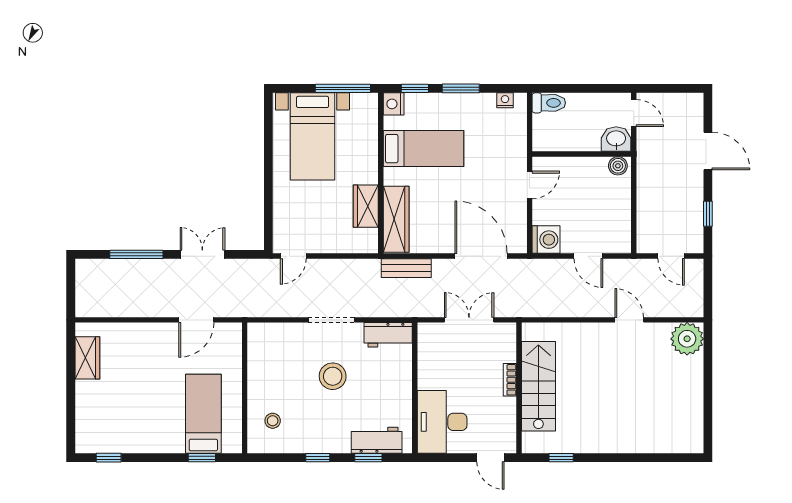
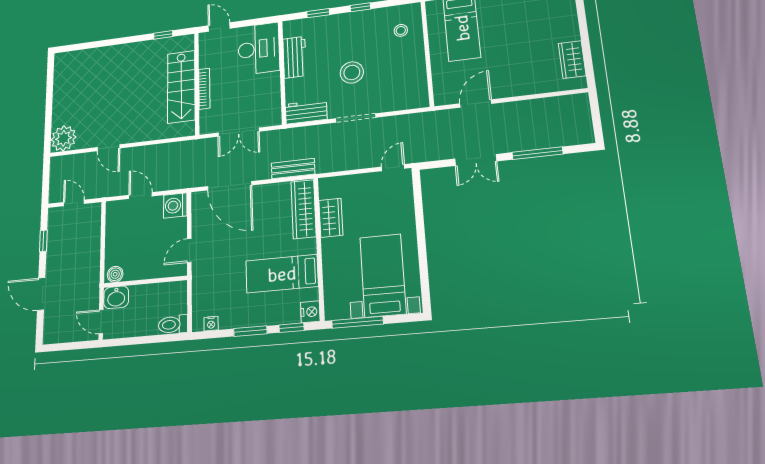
bookcase: (510, 380) -> (204, 89), width x1.56
workbench: (377, 440) -> (295, 57), moved, turned -90

